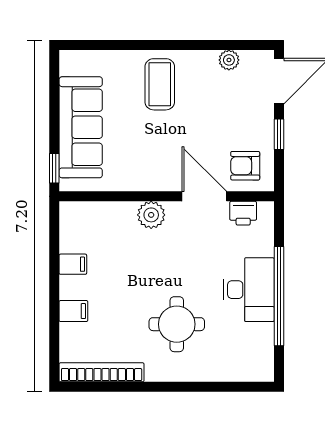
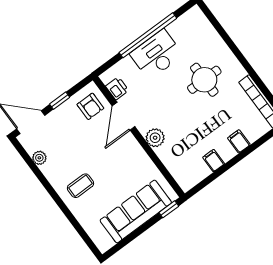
coffee table: (160, 84) -> (81, 186), width x0.73, depth x0.77

